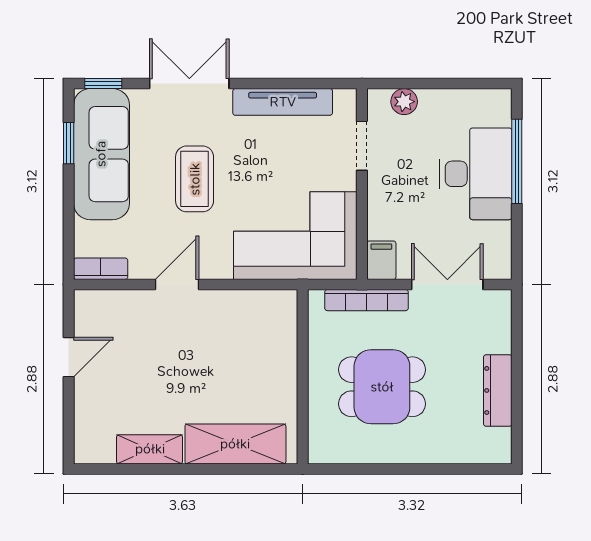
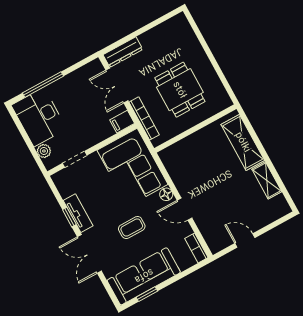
window: (103, 84) -> (69, 217), moved
tv unit: (283, 102) -> (78, 213), width x0.71
desk: (476, 174) -> (39, 117), moved, turned -90
coffee table: (195, 179) -> (132, 228), width x0.73, depth x0.77
floor lamp: (219, 267) -> (166, 194), added
dresser: (498, 390) -> (123, 52), moved

